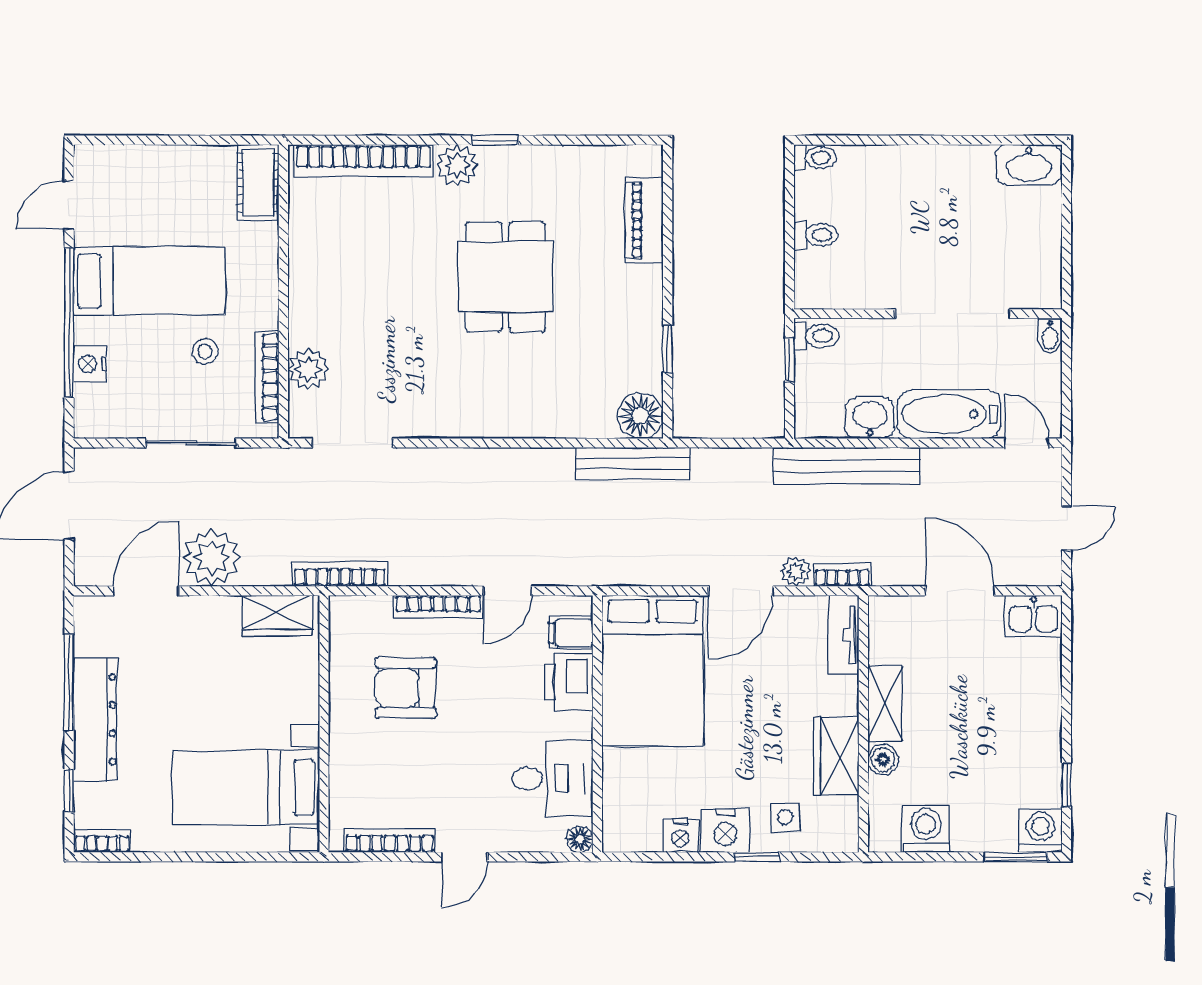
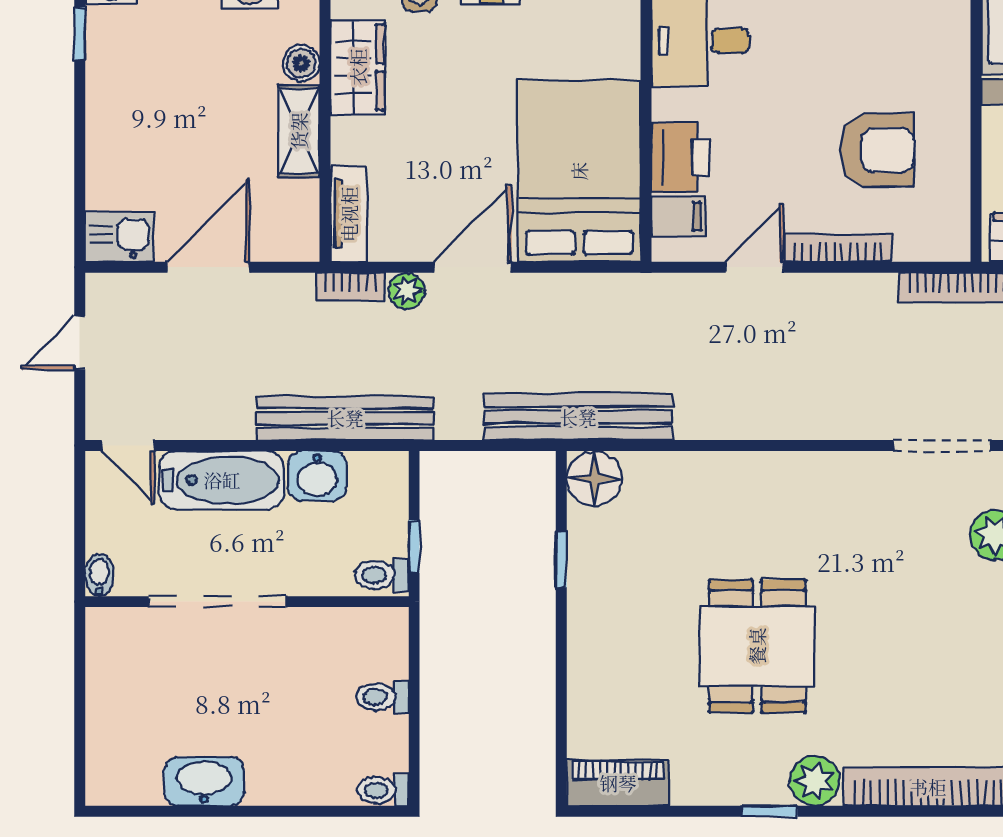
washbasin: (1029, 165) -> (204, 781), moved
piano: (644, 220) -> (618, 783), moved, turned -90
bench: (632, 463) -> (578, 417), width x1.37, depth x1.21
door: (960, 591) -> (208, 267), swing flipped

